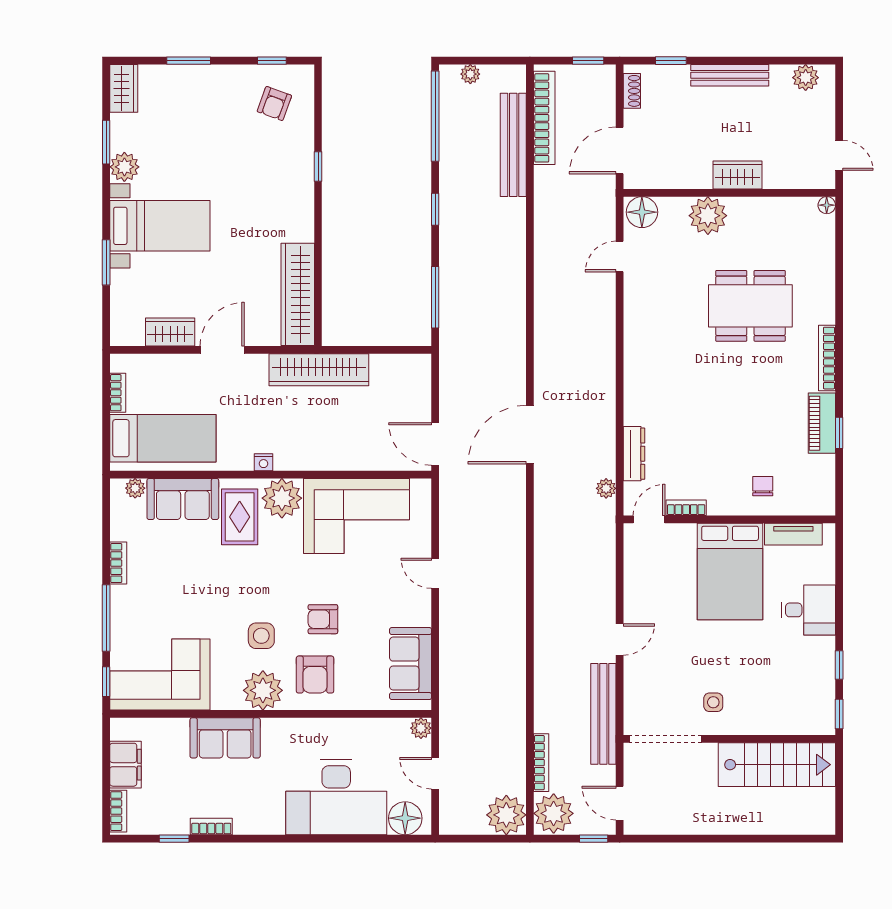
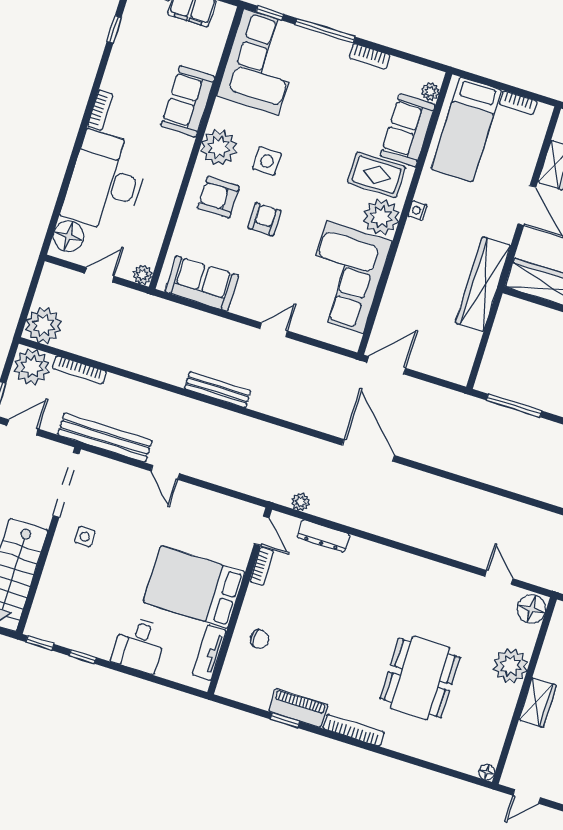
bench: (516, 612) -> (218, 390), added
bookcase: (211, 826) -> (100, 110), moved

